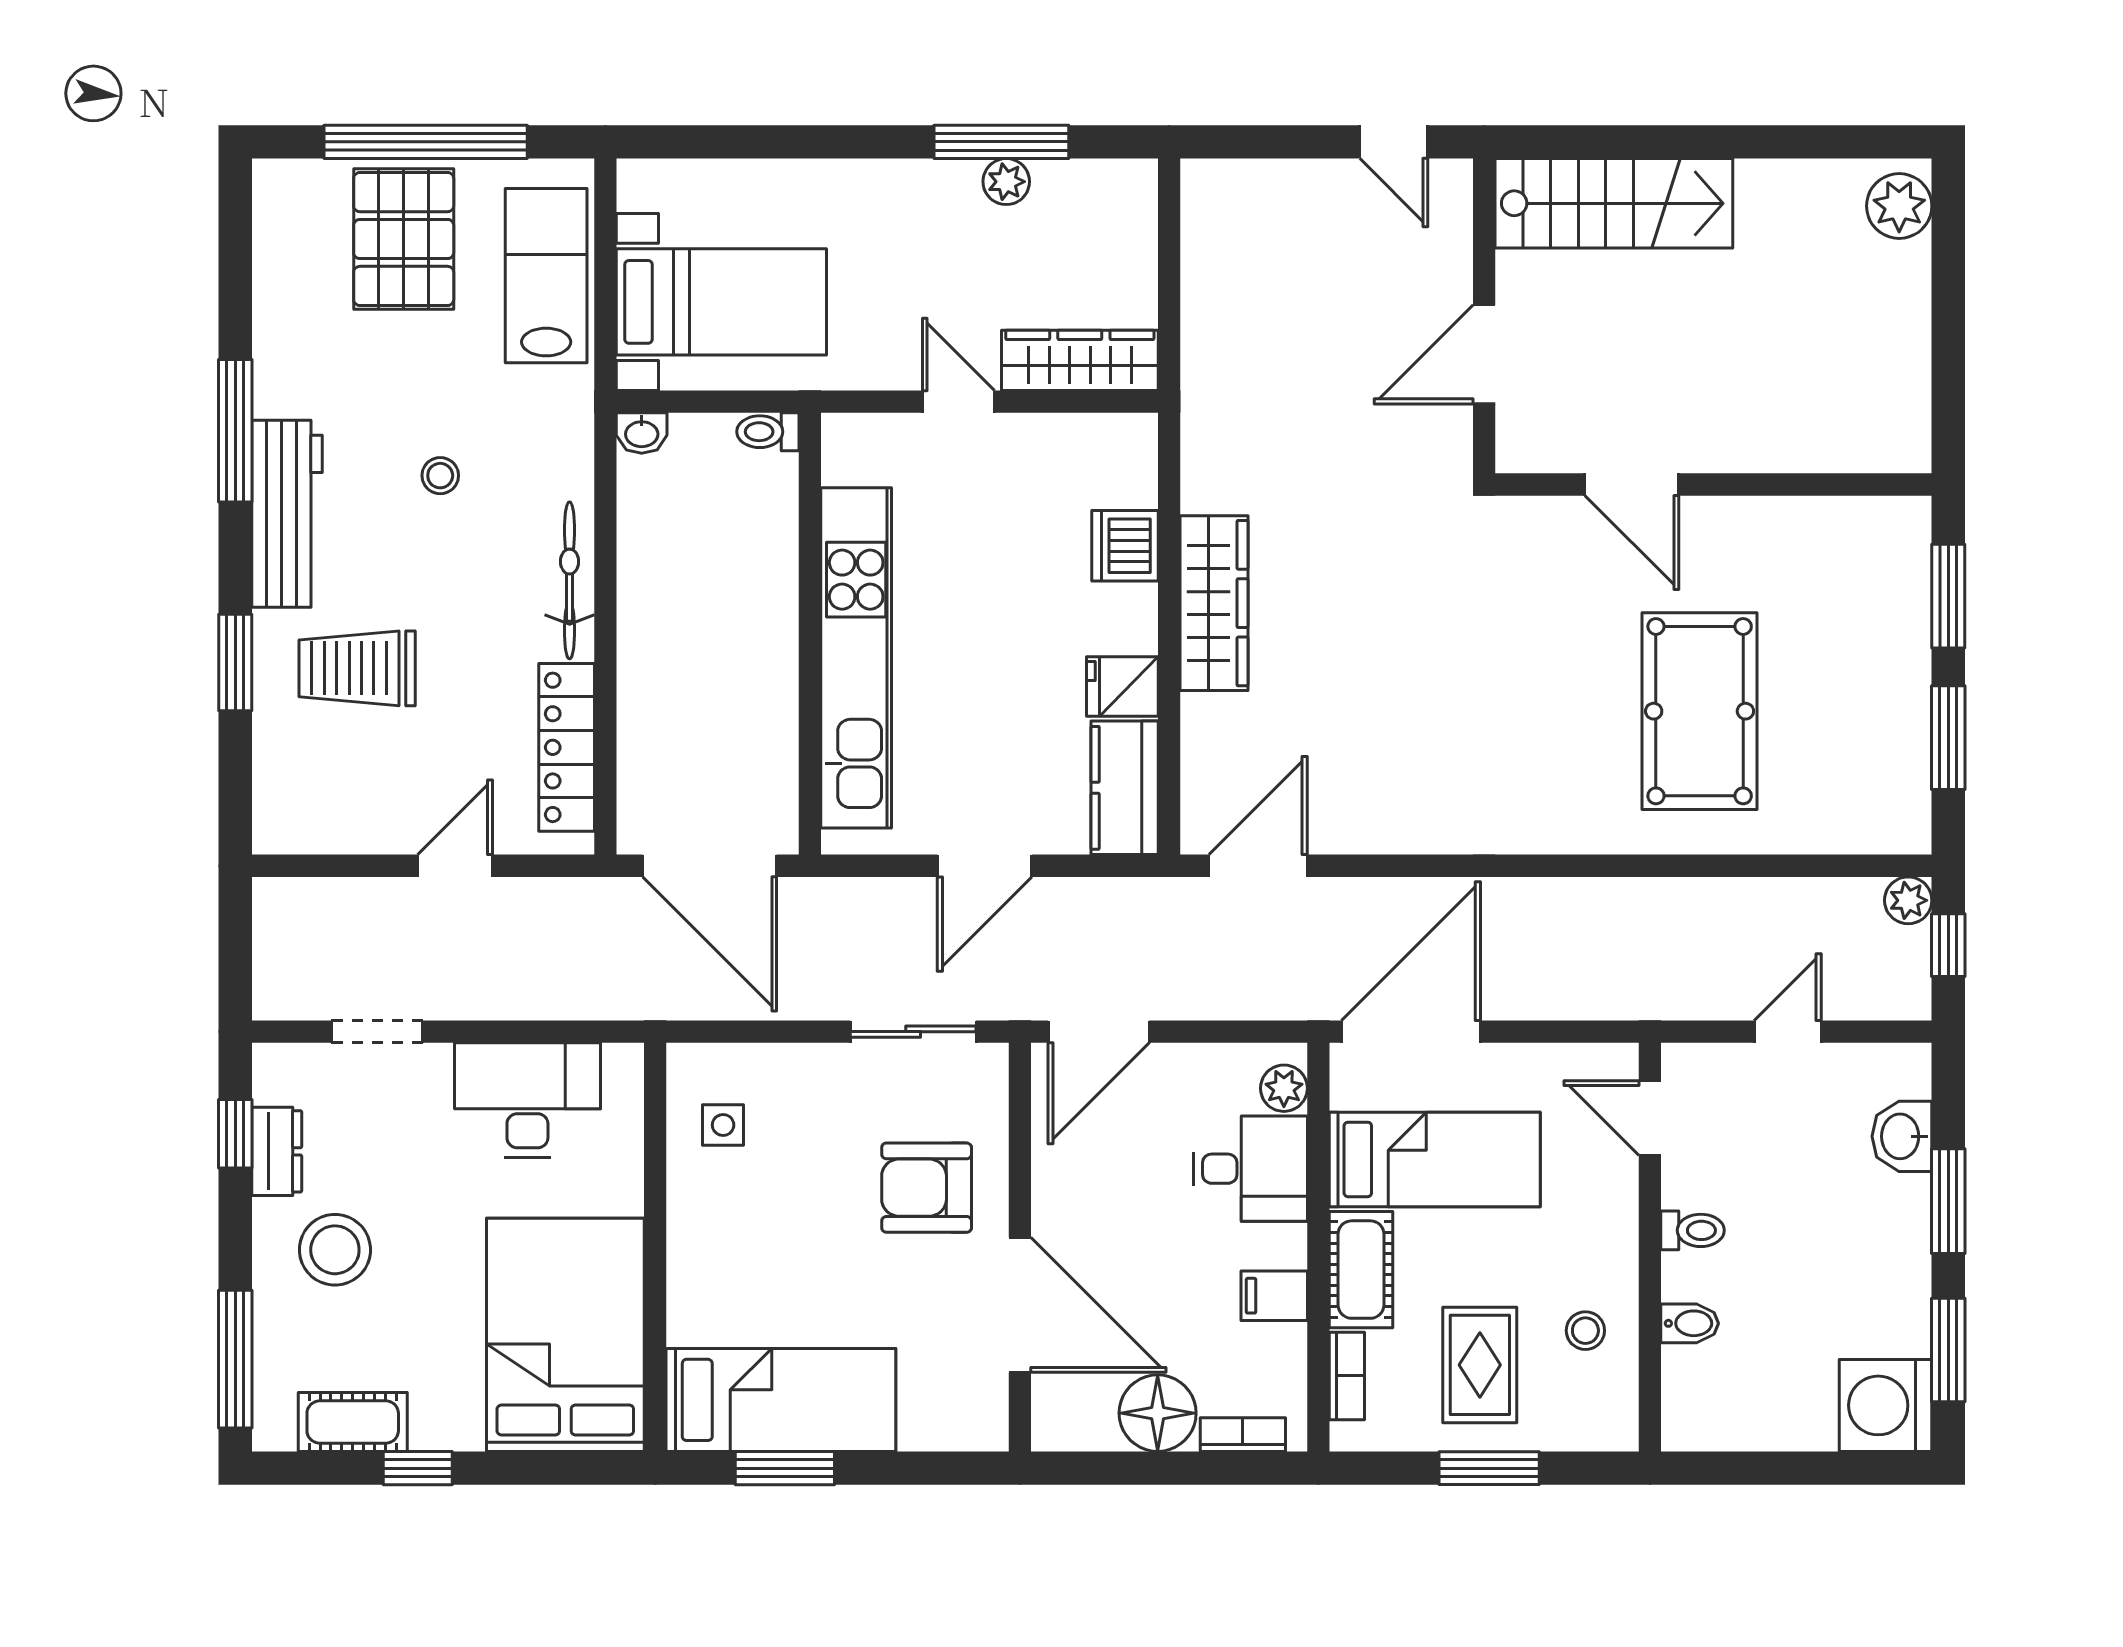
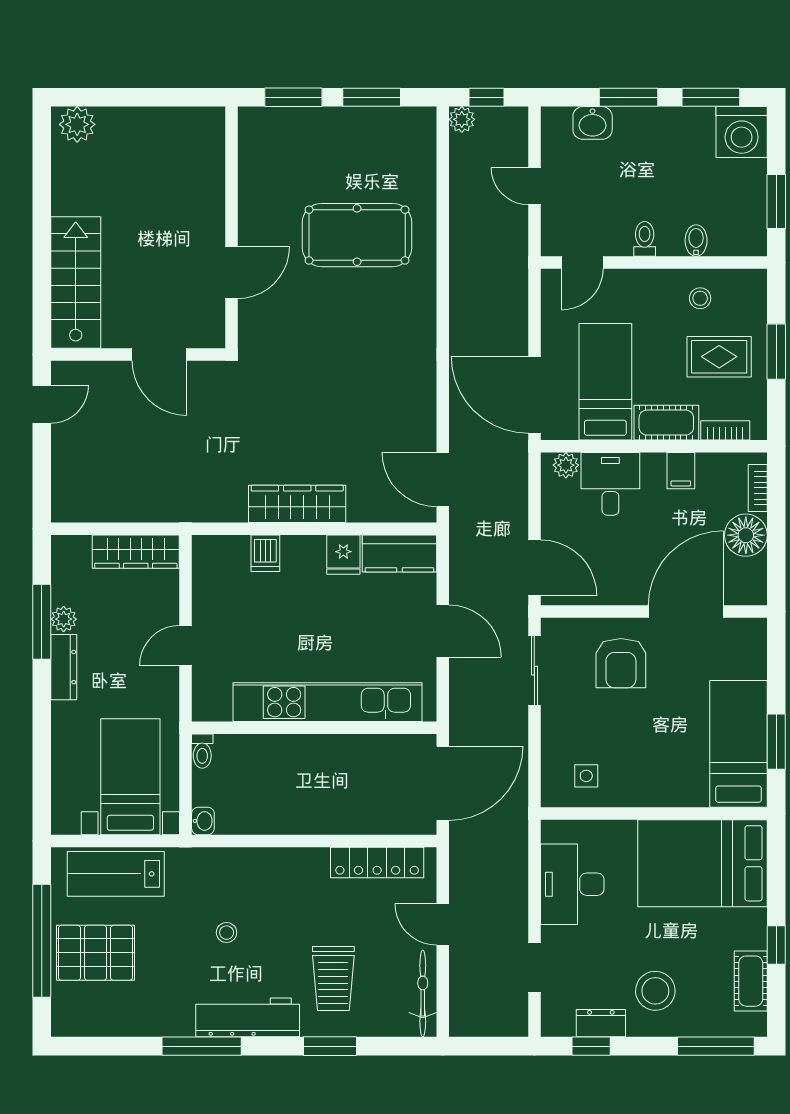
dresser: (920, 182) -> (64, 667), added
wardrobe: (1080, 360) -> (136, 552), moved, turned -90
dishwasher: (1125, 546) -> (265, 553), width x0.73
bicycle: (570, 580) -> (423, 993), moved, turned 90
window: (1760, 1468) -> (776, 202), added

